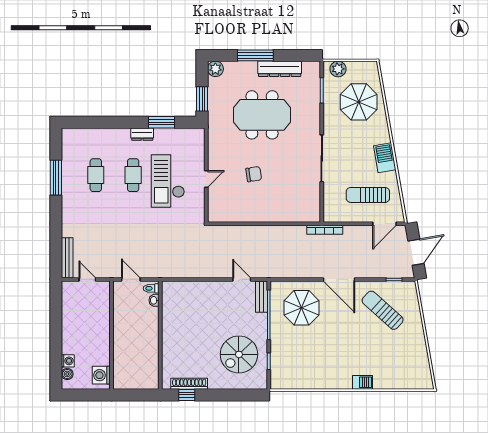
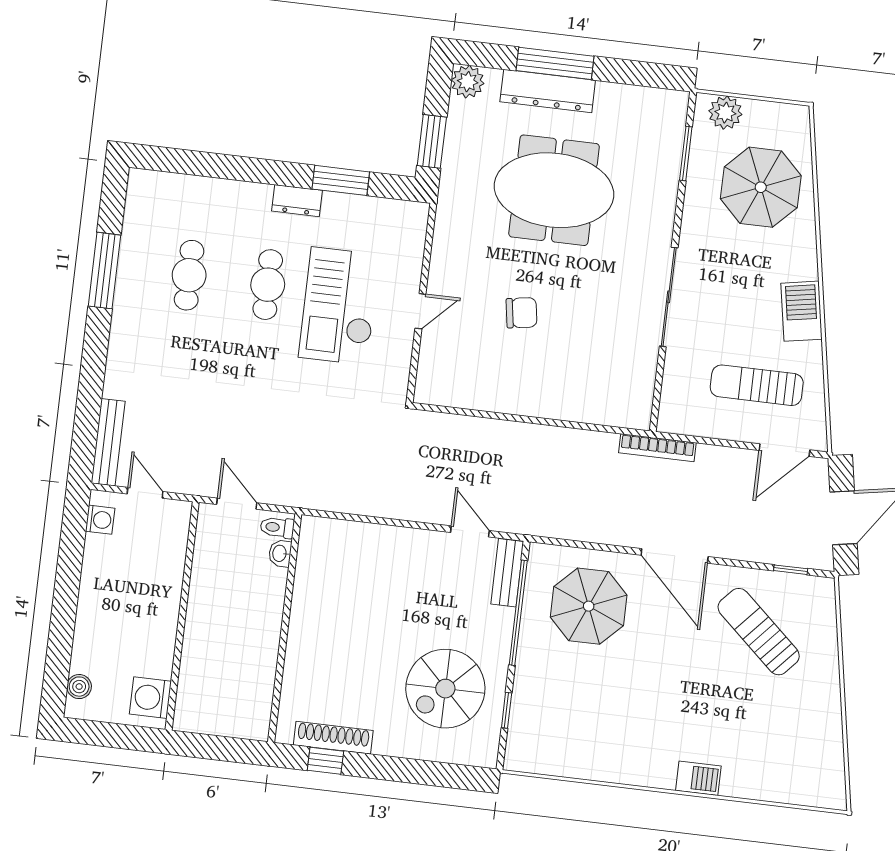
dresser: (280, 69) -> (548, 91), moved
washing machine: (68, 361) -> (100, 520), moved

